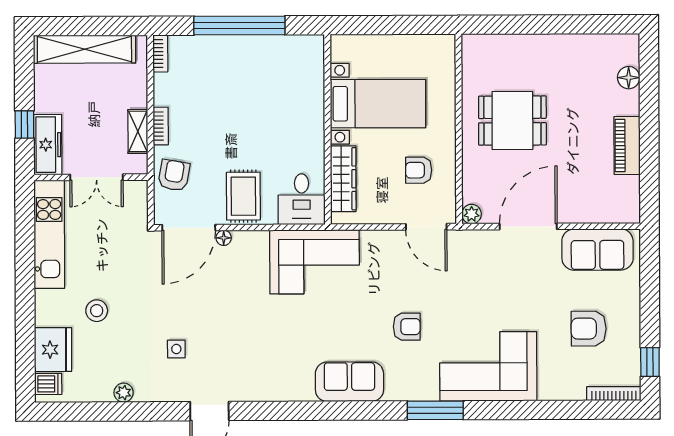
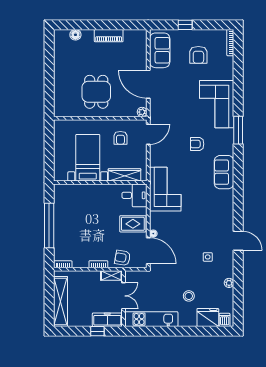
shelving: (138, 131) -> (111, 275), moved
armchair: (407, 327) -> (197, 144), turned -90
window: (650, 362) -> (185, 25), moved

